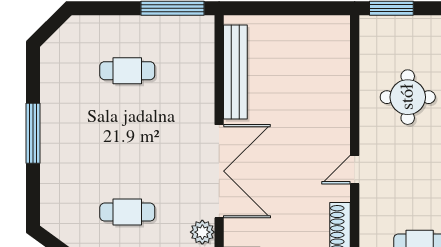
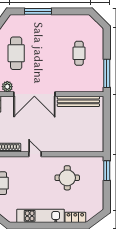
window: (33, 133) -> (38, 11), moved
cafe table: (127, 212) -> (16, 53), width x1.37, depth x1.35

